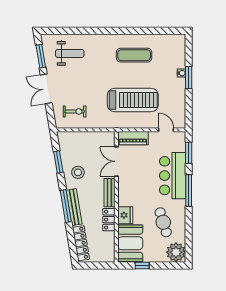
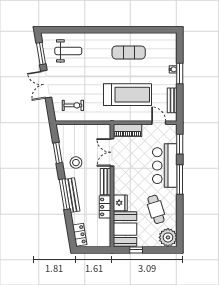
bench: (181, 106) -> (172, 100), added
locker: (81, 243) -> (80, 235), width x0.66

